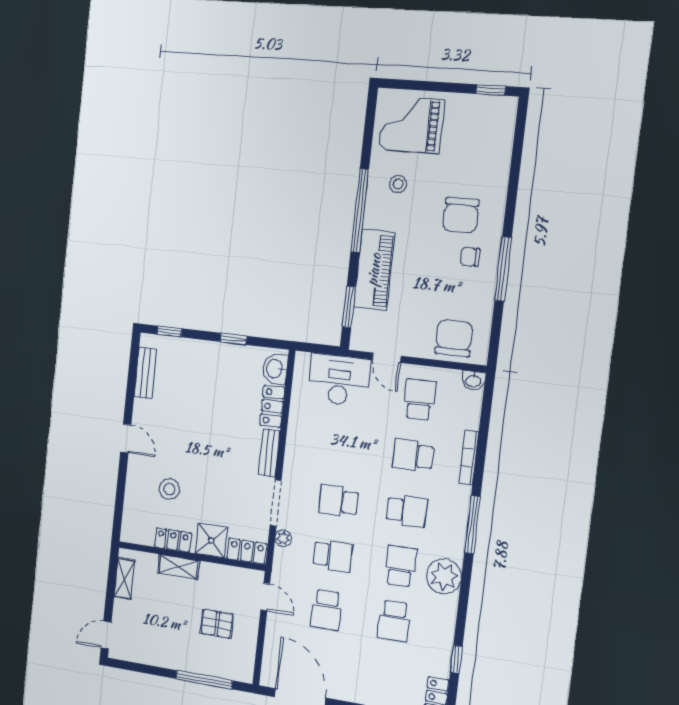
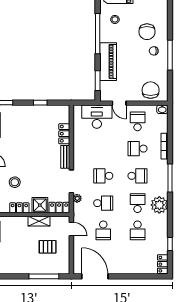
washbasin: (275, 369) -> (63, 115), removed
shelving: (179, 567) -> (39, 221), moved

